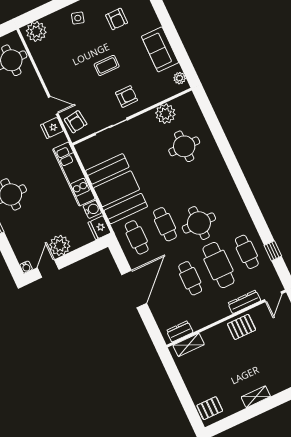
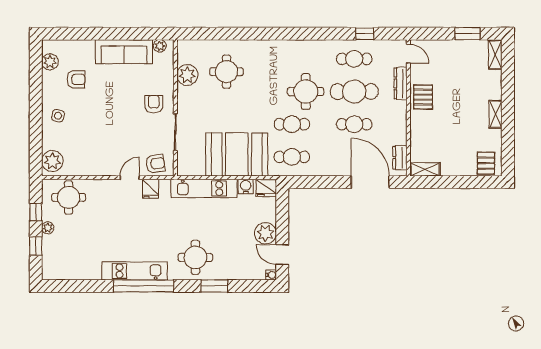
sofa: (160, 49) -> (124, 52), width x1.36
coffee table: (107, 65) -> (116, 109), removed
door: (134, 289) -> (370, 182), moved
shelving: (189, 345) -> (425, 169), moved, turned 90

